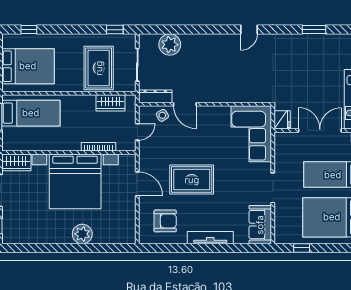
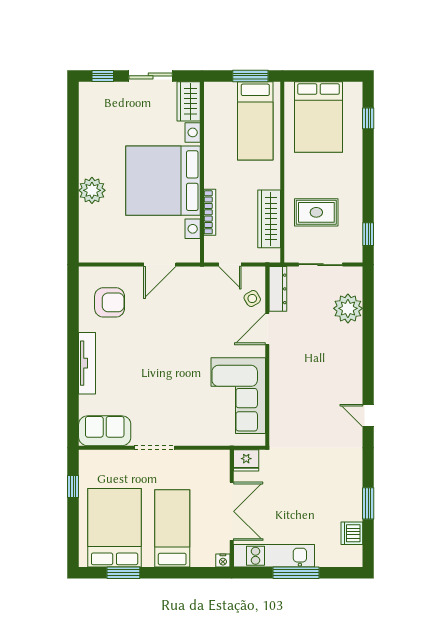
dishwasher: (336, 42) -> (352, 533), added
rug: (99, 68) -> (316, 212), width x0.73, depth x0.70
wardrobe: (111, 103) -> (269, 219), width x1.50
corner sofa: (251, 134) -> (238, 396), moved, turned -90
rug: (192, 180) -> (166, 338), removed
armchair: (165, 221) -> (110, 302), turned -90

